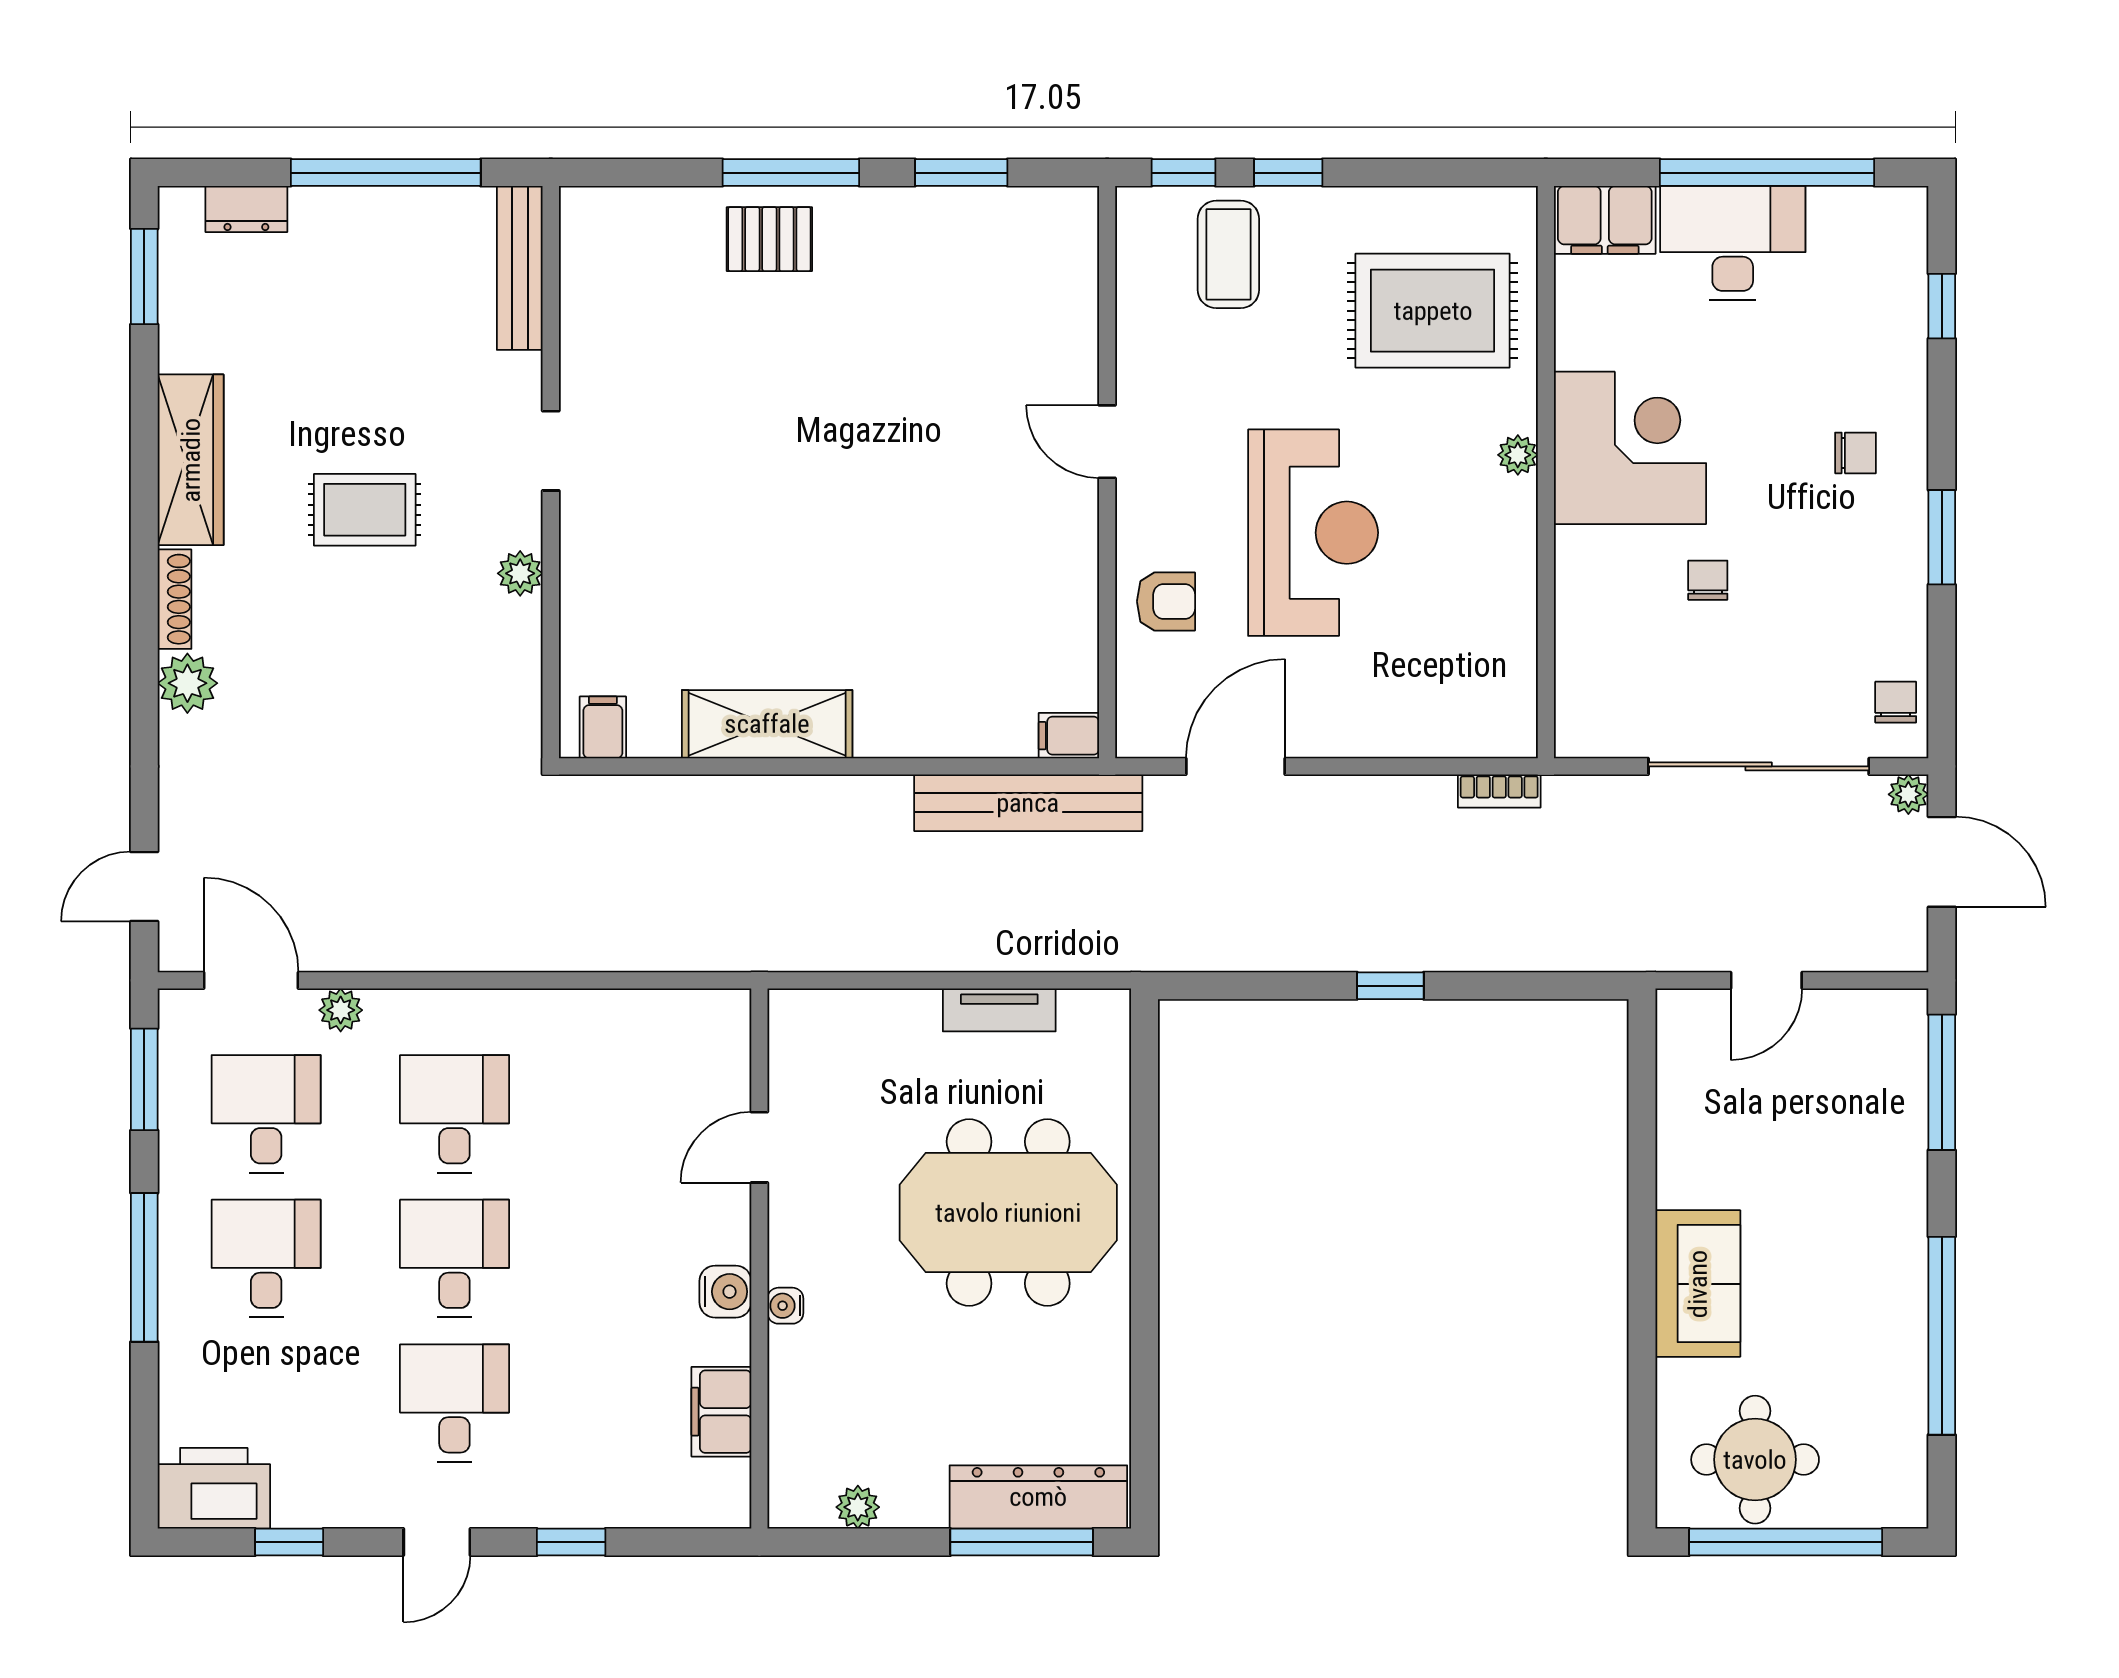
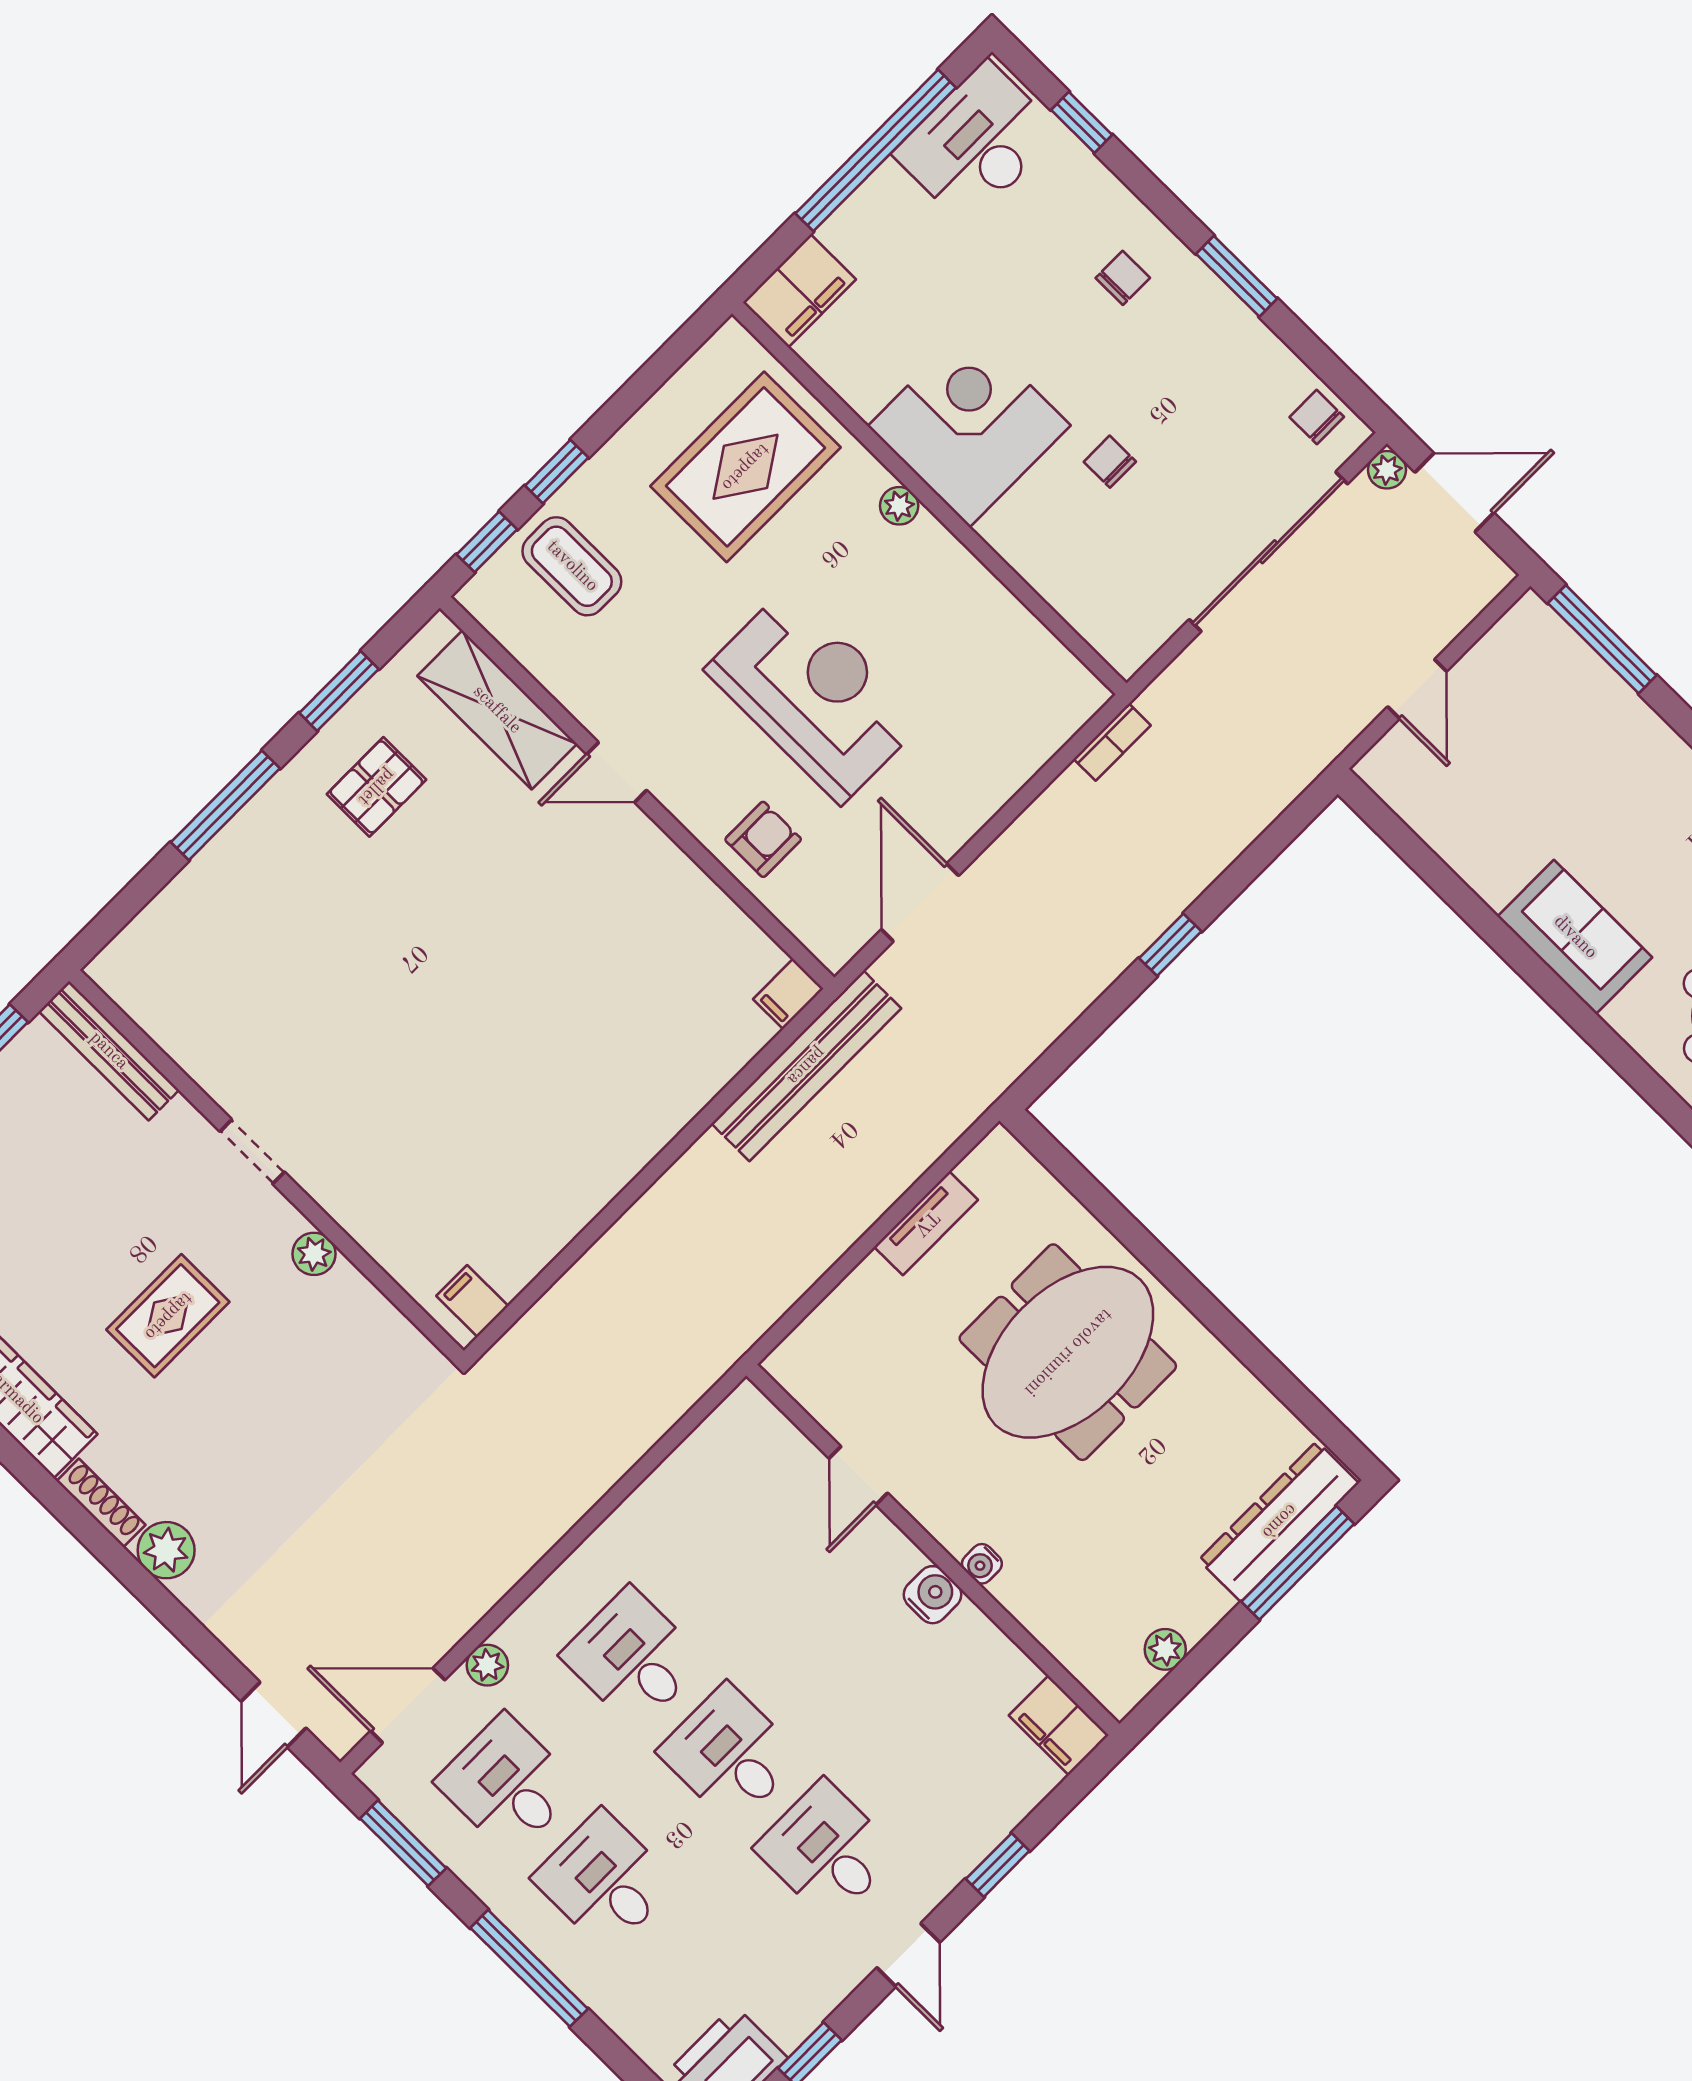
pallet: (769, 239) -> (376, 787), moved
desk: (1733, 243) -> (977, 143), moved
shelving: (767, 724) -> (497, 710), moved, turned 90
filing cabinet: (721, 1412) -> (1059, 1725), moved

